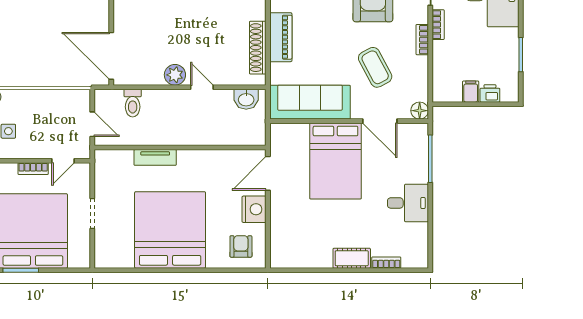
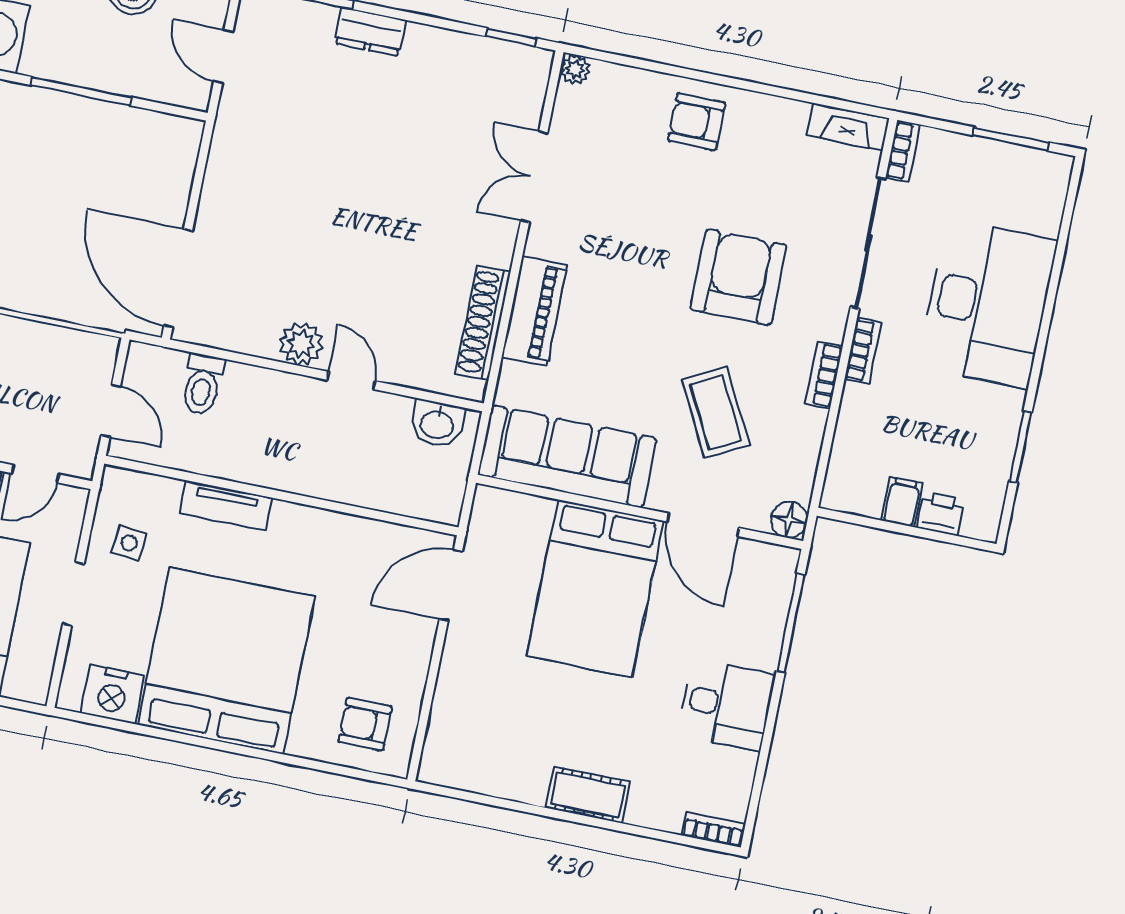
side table: (113, 184) -> (129, 543), added
nightstand: (254, 209) -> (112, 694), moved, turned 90
armchair: (241, 246) -> (365, 724), turned -90
bookcase: (386, 263) -> (714, 830), moved

